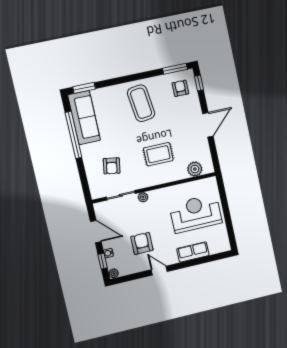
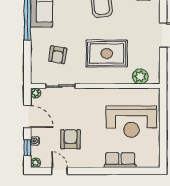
rug: (158, 154) -> (107, 53), width x1.36, depth x1.43
plant: (143, 197) -> (36, 93), moved
reception desk: (196, 213) -> (131, 122), turned 180
door: (159, 271) -> (60, 171), moved

